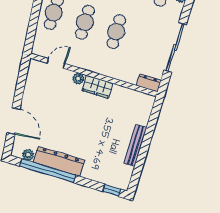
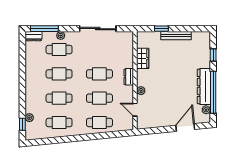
dresser: (149, 83) -> (129, 77), moved
wardrobe: (98, 87) -> (143, 58), moved
window: (150, 129) -> (161, 29), added
window: (112, 190) -> (213, 55), moved

